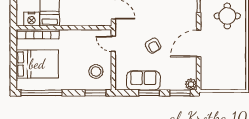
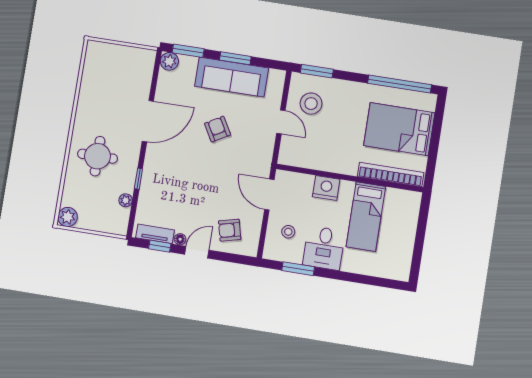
nightstand: (31, 19) -> (326, 188), moved
door: (113, 44) -> (281, 122), moved
sofa: (143, 80) -> (232, 77), width x1.36

